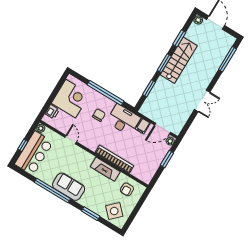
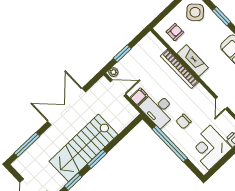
stairs: (179, 60) -> (84, 148), width x1.36, depth x1.51
window: (149, 88) -> (121, 136), removed
double door: (202, 101) -> (67, 107), width x1.87

